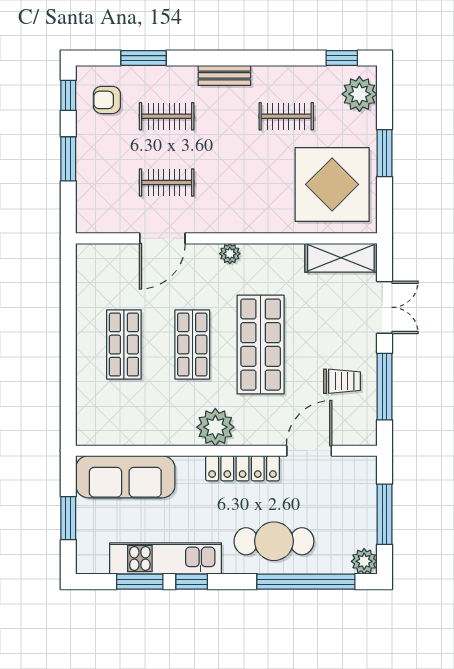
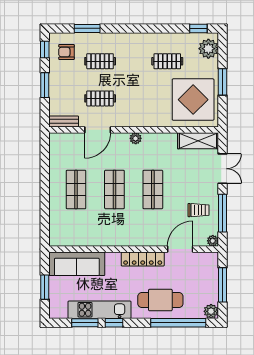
bench: (224, 75) -> (64, 121), moved
shop shelf: (261, 345) -> (153, 189), width x0.70, depth x0.74
plant: (215, 427) -> (213, 241), moved, width x0.53, depth x0.53

